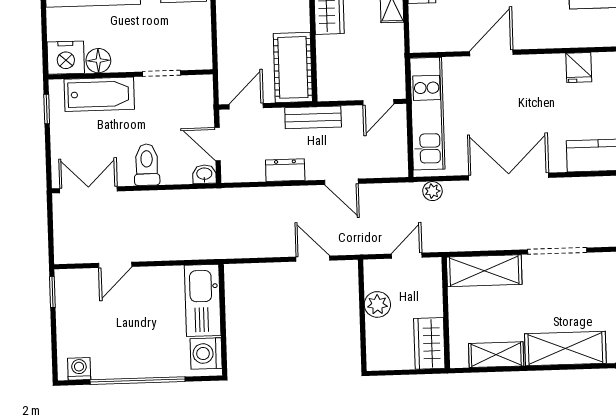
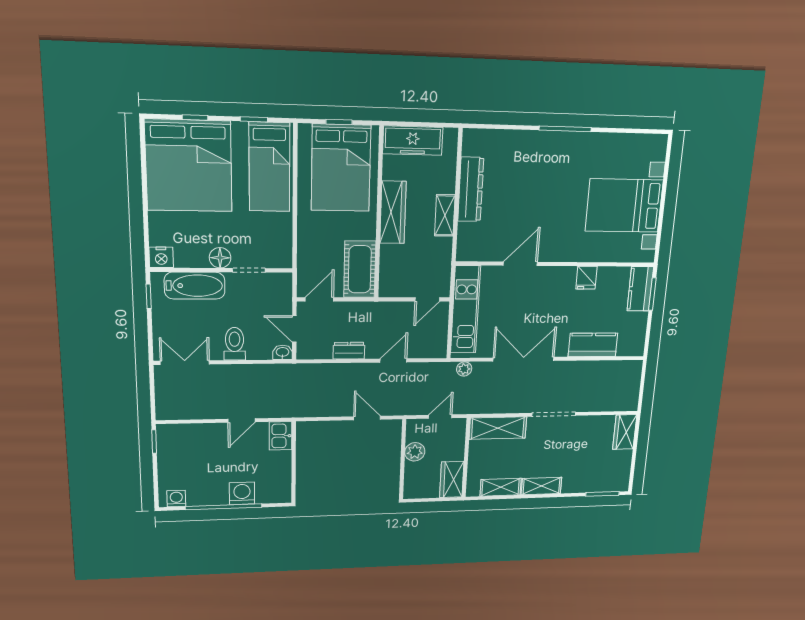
nightstand: (66, 58) -> (161, 257), width x0.74, depth x0.75
floor lamp: (98, 61) -> (220, 258), moved
bench: (313, 117) -> (374, 310), removed
door: (341, 182) -> (393, 361), swing flipped
door: (115, 265) -> (242, 421), moved
kitchen sink: (203, 300) -> (281, 436), width x0.53, depth x0.81
shelving: (565, 349) -> (541, 486), width x0.67, depth x0.75
washing machine: (206, 353) -> (242, 493), moved, turned 90

